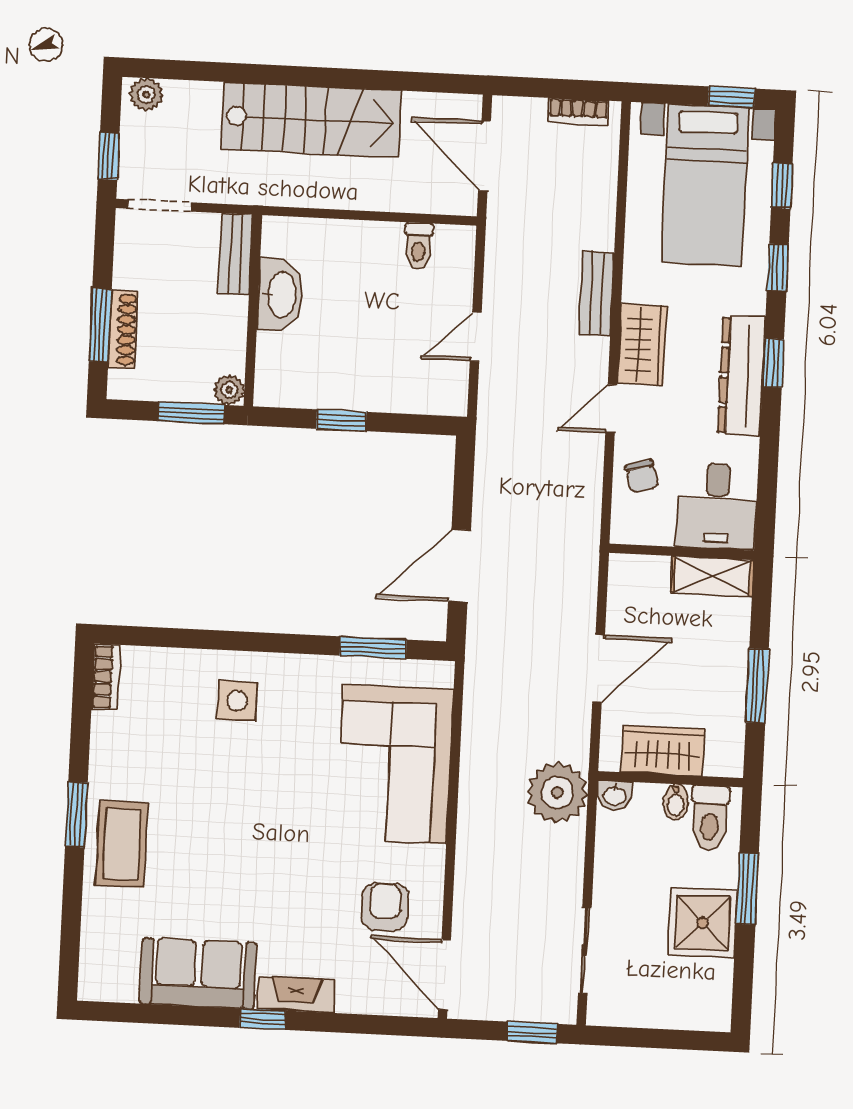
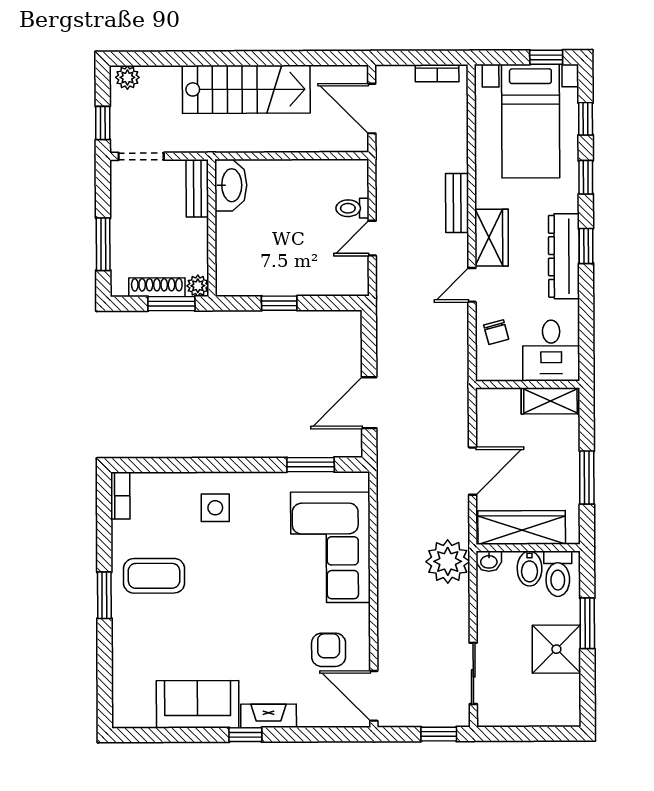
toilet: (419, 246) -> (352, 208), moved, turned 90
washbasin: (280, 295) -> (231, 185), moved
shoe rack: (123, 330) -> (157, 287), moved, turned -90
wardrobe: (663, 751) -> (522, 527), width x1.50
bidet: (676, 802) -> (530, 569), width x1.38, depth x1.36
coffee table: (122, 844) -> (154, 576), moved, turned 90

